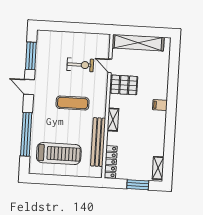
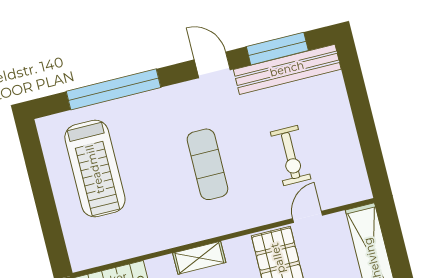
door: (29, 87) -> (212, 65), hinge flipped
bench: (98, 142) -> (287, 69), moved

